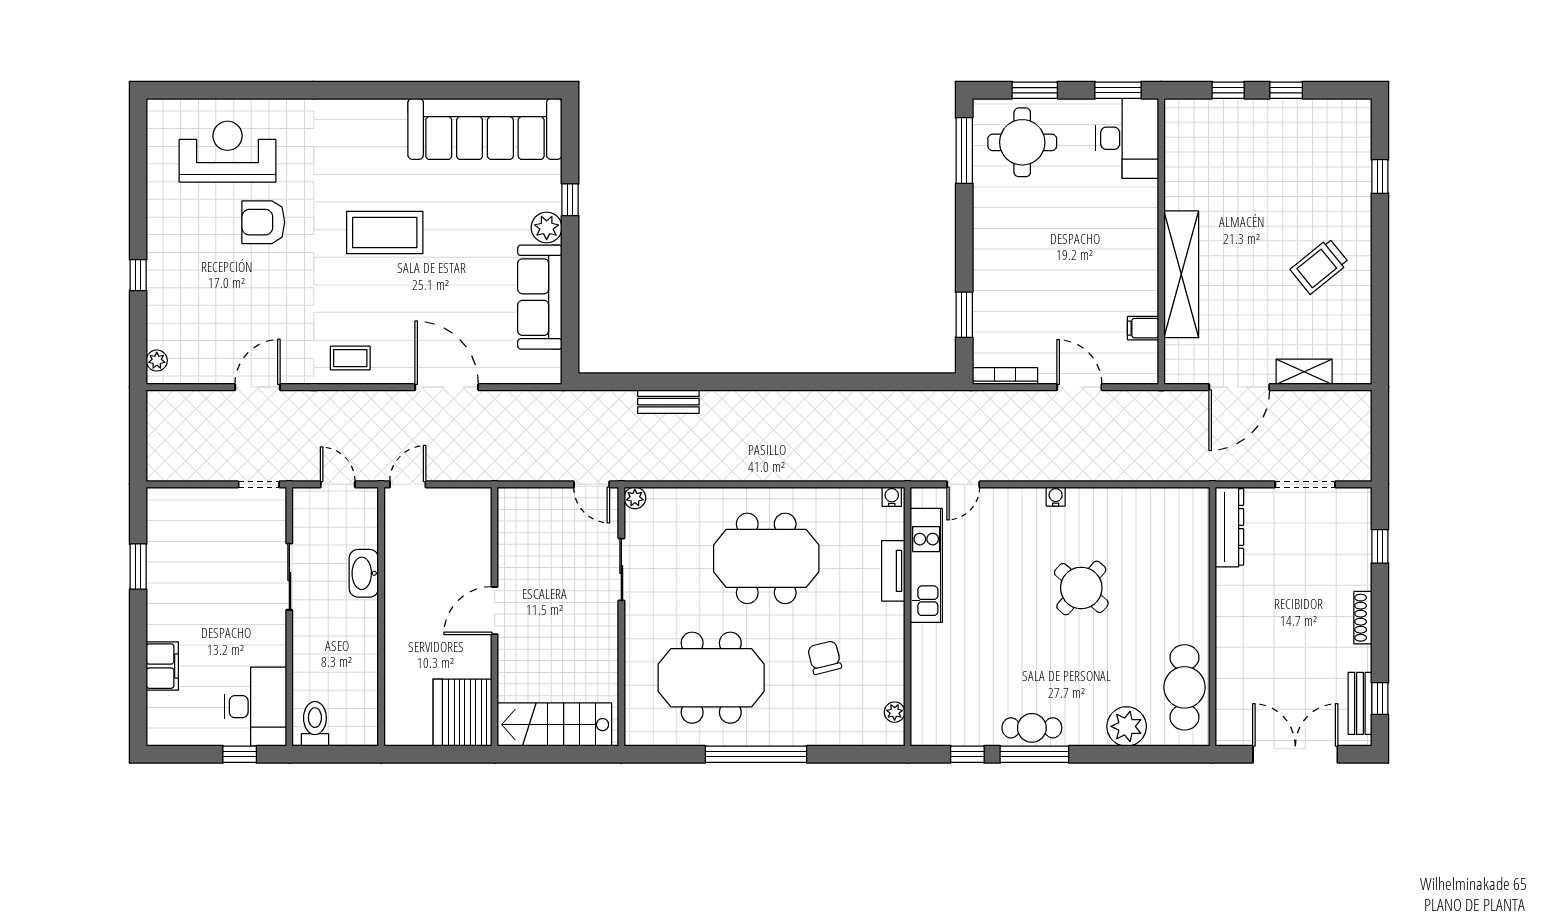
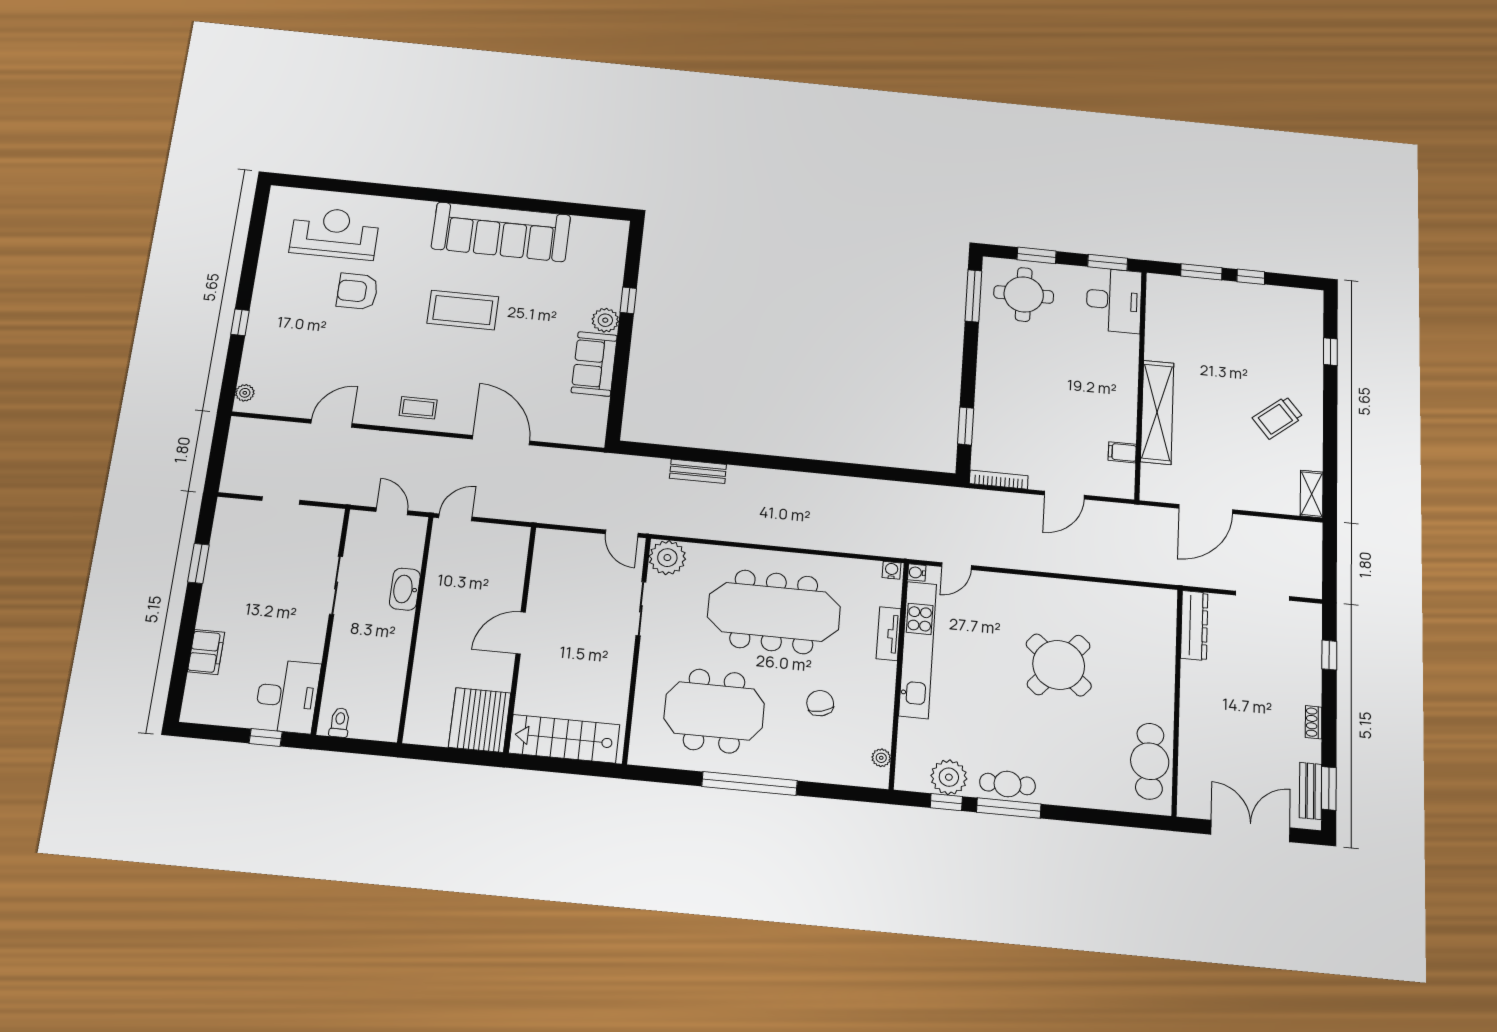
window: (1228, 90) -> (1201, 272), width x1.50
sofa: (485, 129) -> (501, 232), moved
sofa: (540, 297) -> (594, 364), width x0.73
shelving: (1304, 372) -> (1312, 494), moved, turned 90
door: (1079, 387) -> (1064, 495), swing flipped
doorway: (259, 484) -> (281, 500), moved
water cooler: (1056, 497) -> (917, 573), moved, turned -90
plant: (635, 498) -> (667, 558), width x1.88, depth x1.88
meeting table: (766, 558) -> (774, 612), width x1.36
kitchen unit: (926, 565) -> (918, 650), width x1.36
round table: (1081, 588) -> (1059, 665), width x1.36, depth x1.36
shoe rack: (1363, 618) -> (1314, 722), width x0.70
window: (1380, 699) -> (1329, 788), width x1.50
toilet: (315, 724) -> (340, 722), width x0.73, depth x0.72
plant: (1127, 726) -> (949, 777), moved

